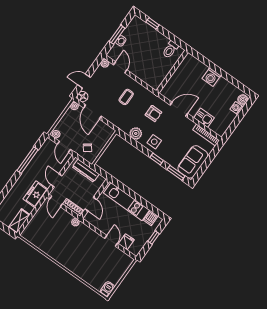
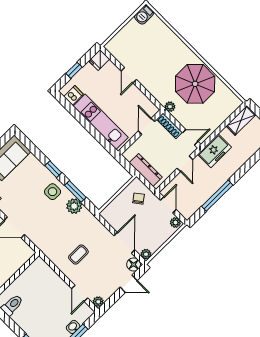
armchair: (153, 114) -> (47, 228), removed
window: (176, 173) -> (75, 191), moved
door: (56, 201) -> (190, 137), hinge flipped
fridge: (126, 242) -> (99, 60), moved
parasol: (59, 243) -> (195, 84), added

